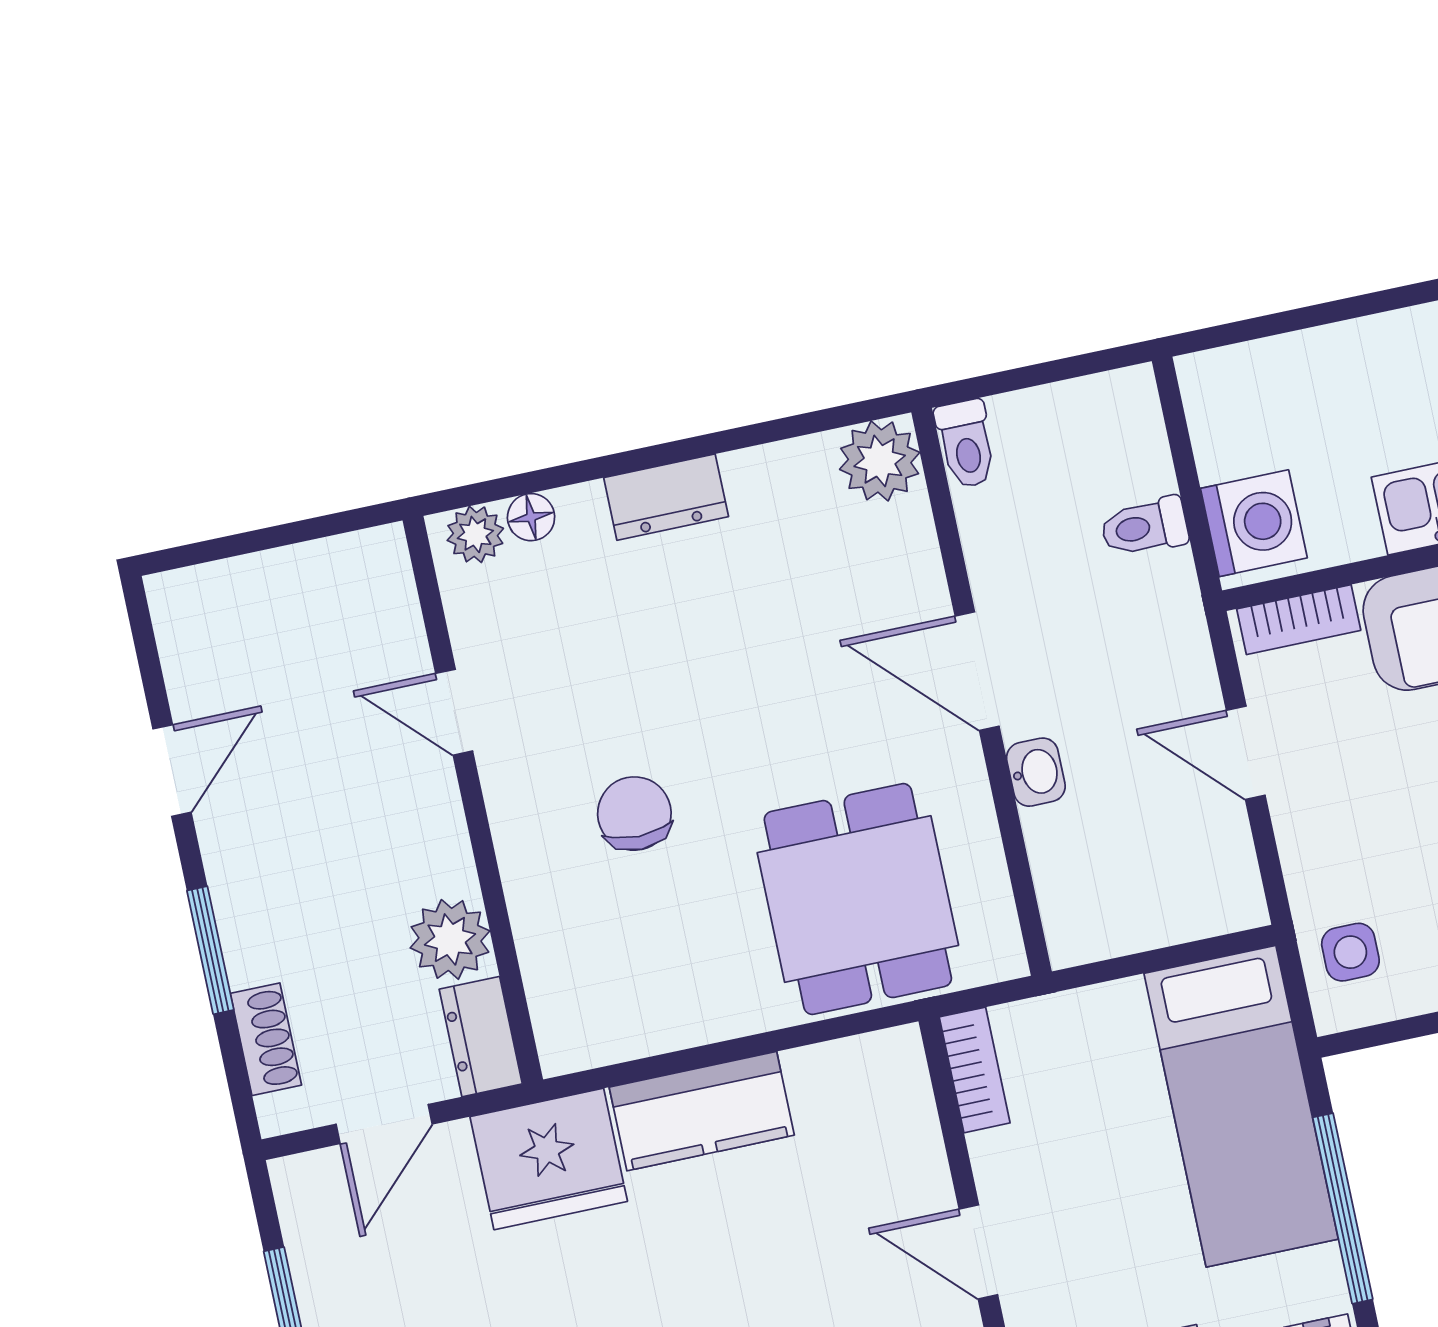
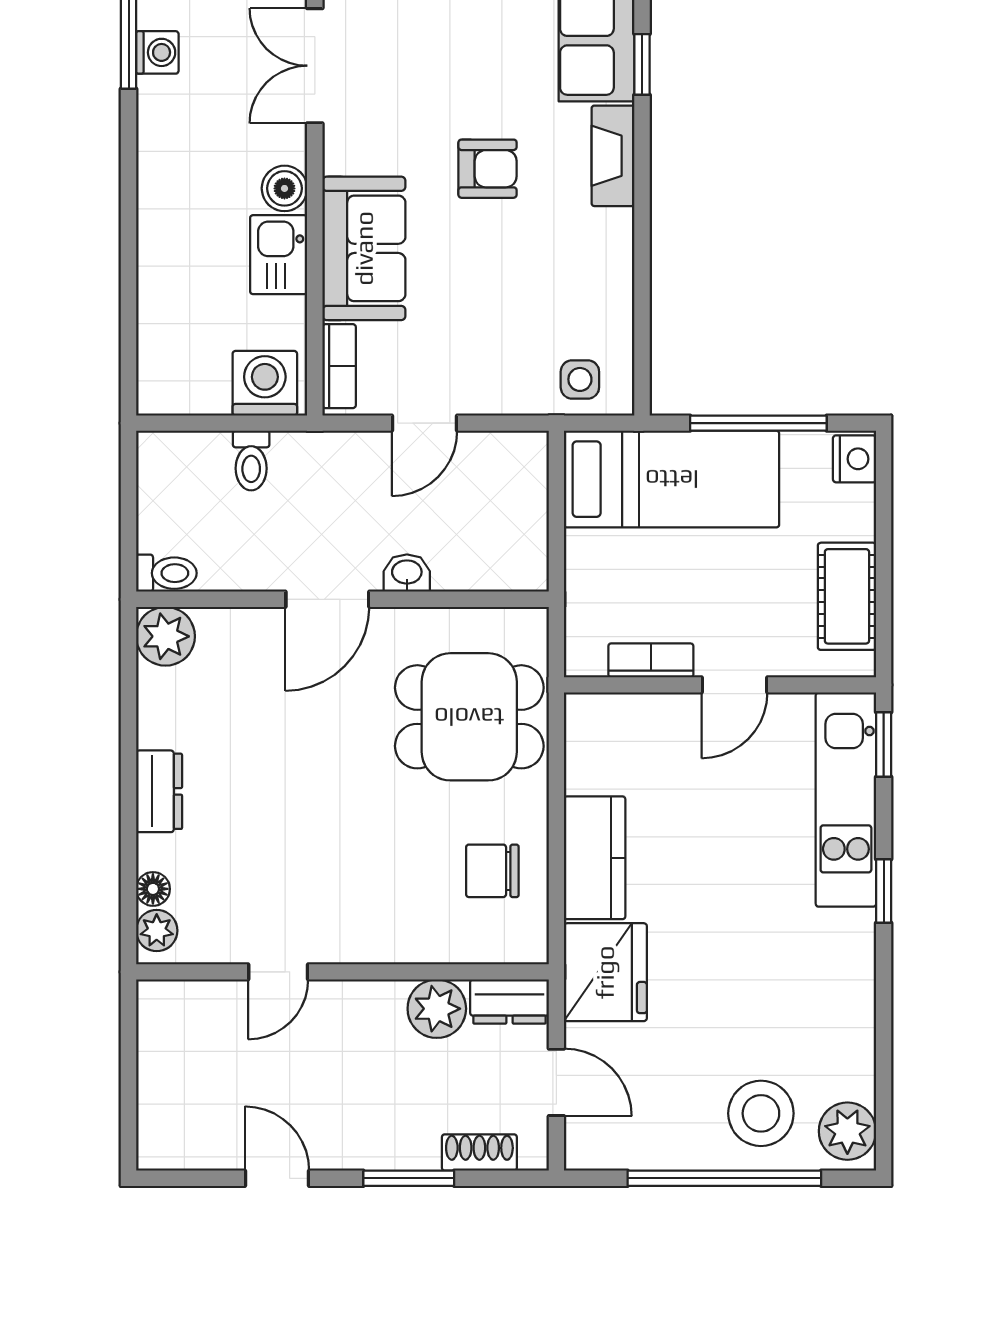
chair: (634, 814) -> (492, 871), moved
bookcase: (975, 1070) -> (651, 660), moved

